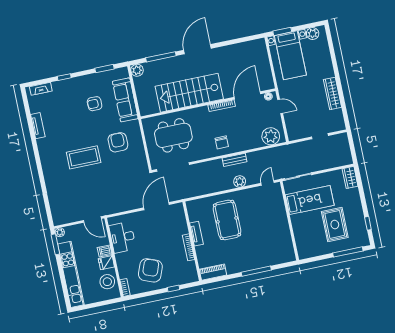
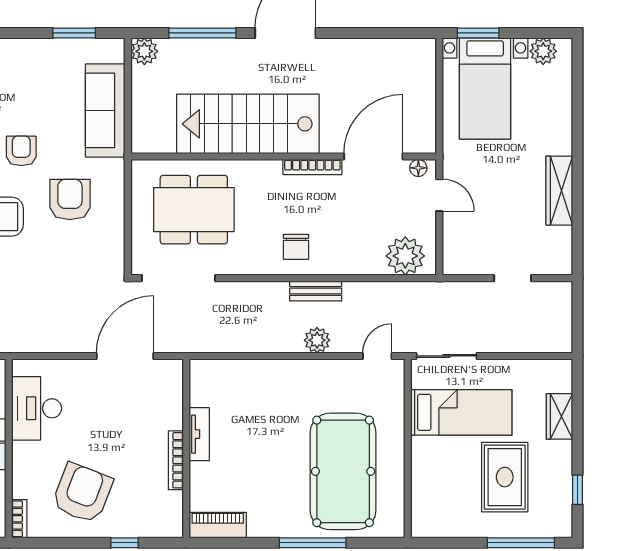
armchair: (95, 104) -> (21, 151), moved, turned 90
wardrobe: (350, 177) -> (559, 416), moved
pool table: (227, 220) -> (343, 471), moved, width x1.36, depth x1.32

